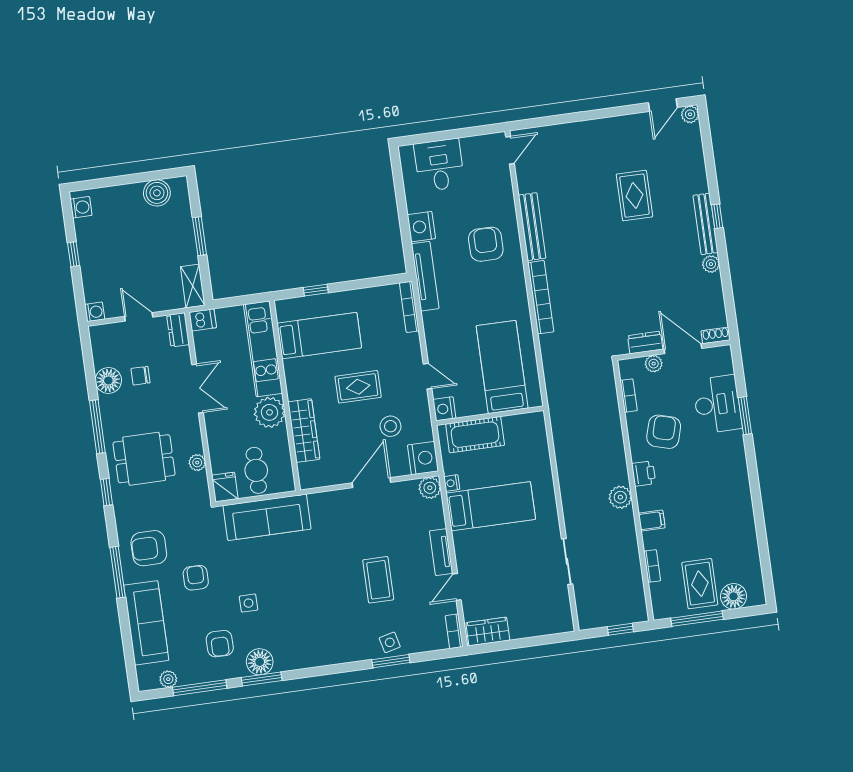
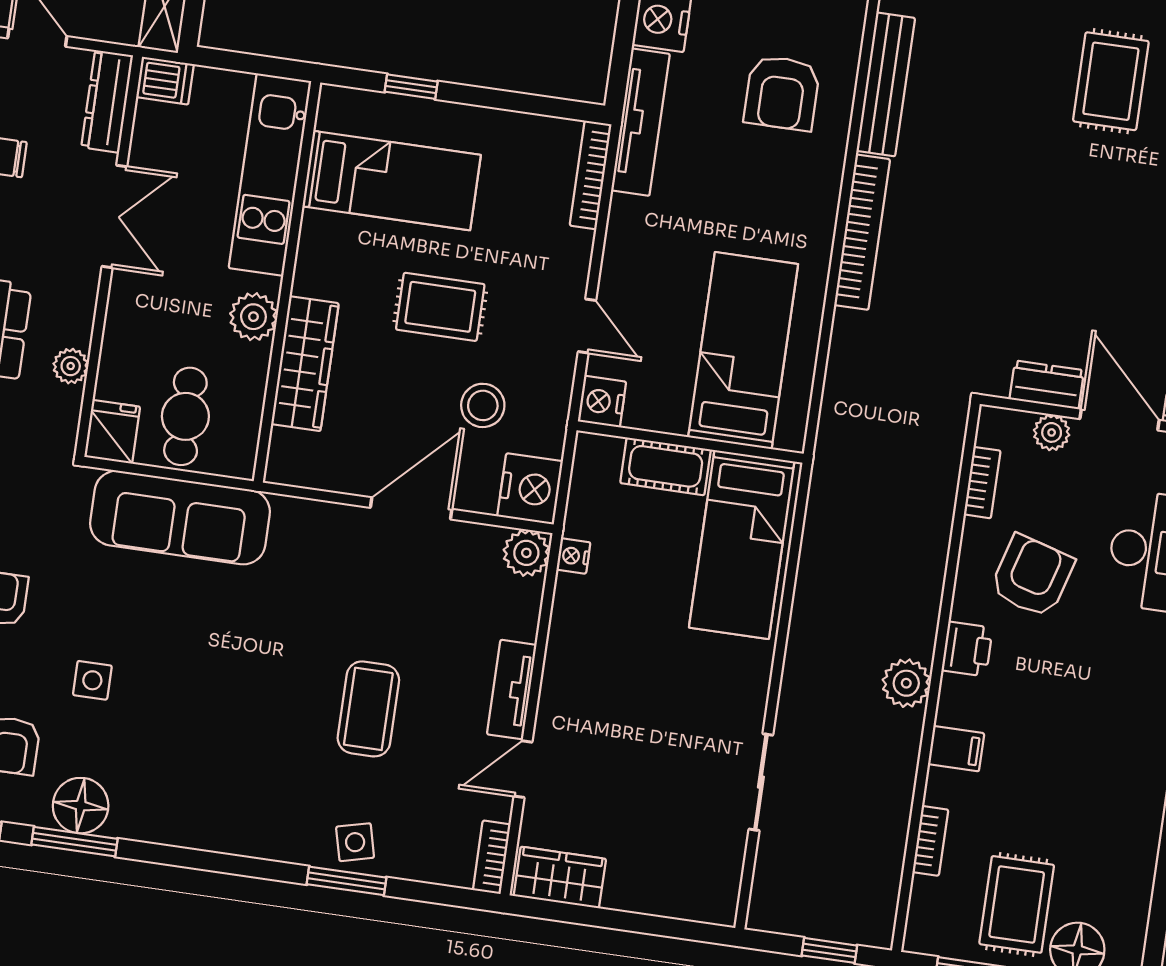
armchair: (486, 244) -> (782, 93), turned 180
dresser: (178, 330) -> (107, 101), width x1.44
plant: (270, 412) -> (253, 317), width x0.73, depth x0.73
cot: (475, 435) -> (666, 466), width x0.73, depth x0.75
bed: (491, 506) -> (742, 545), moved, turned 90

